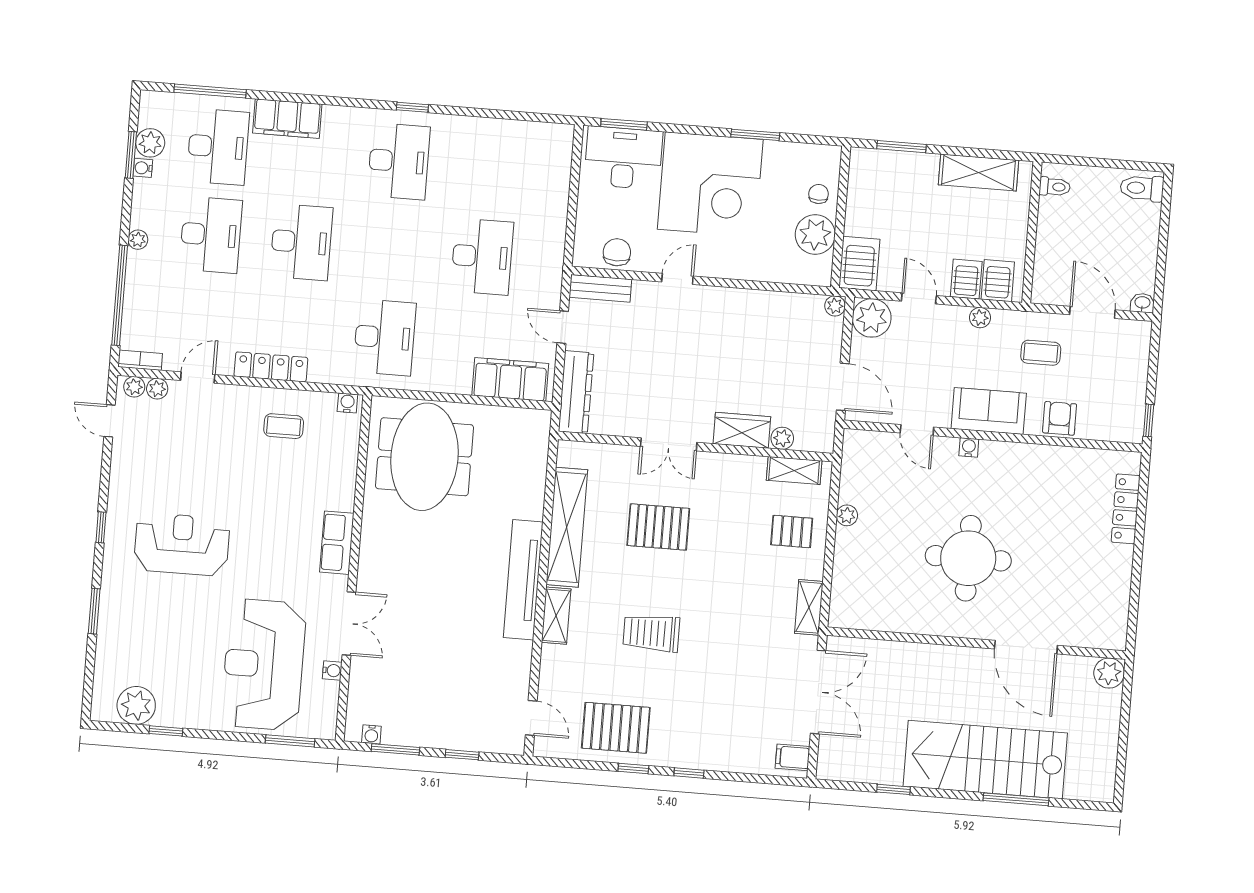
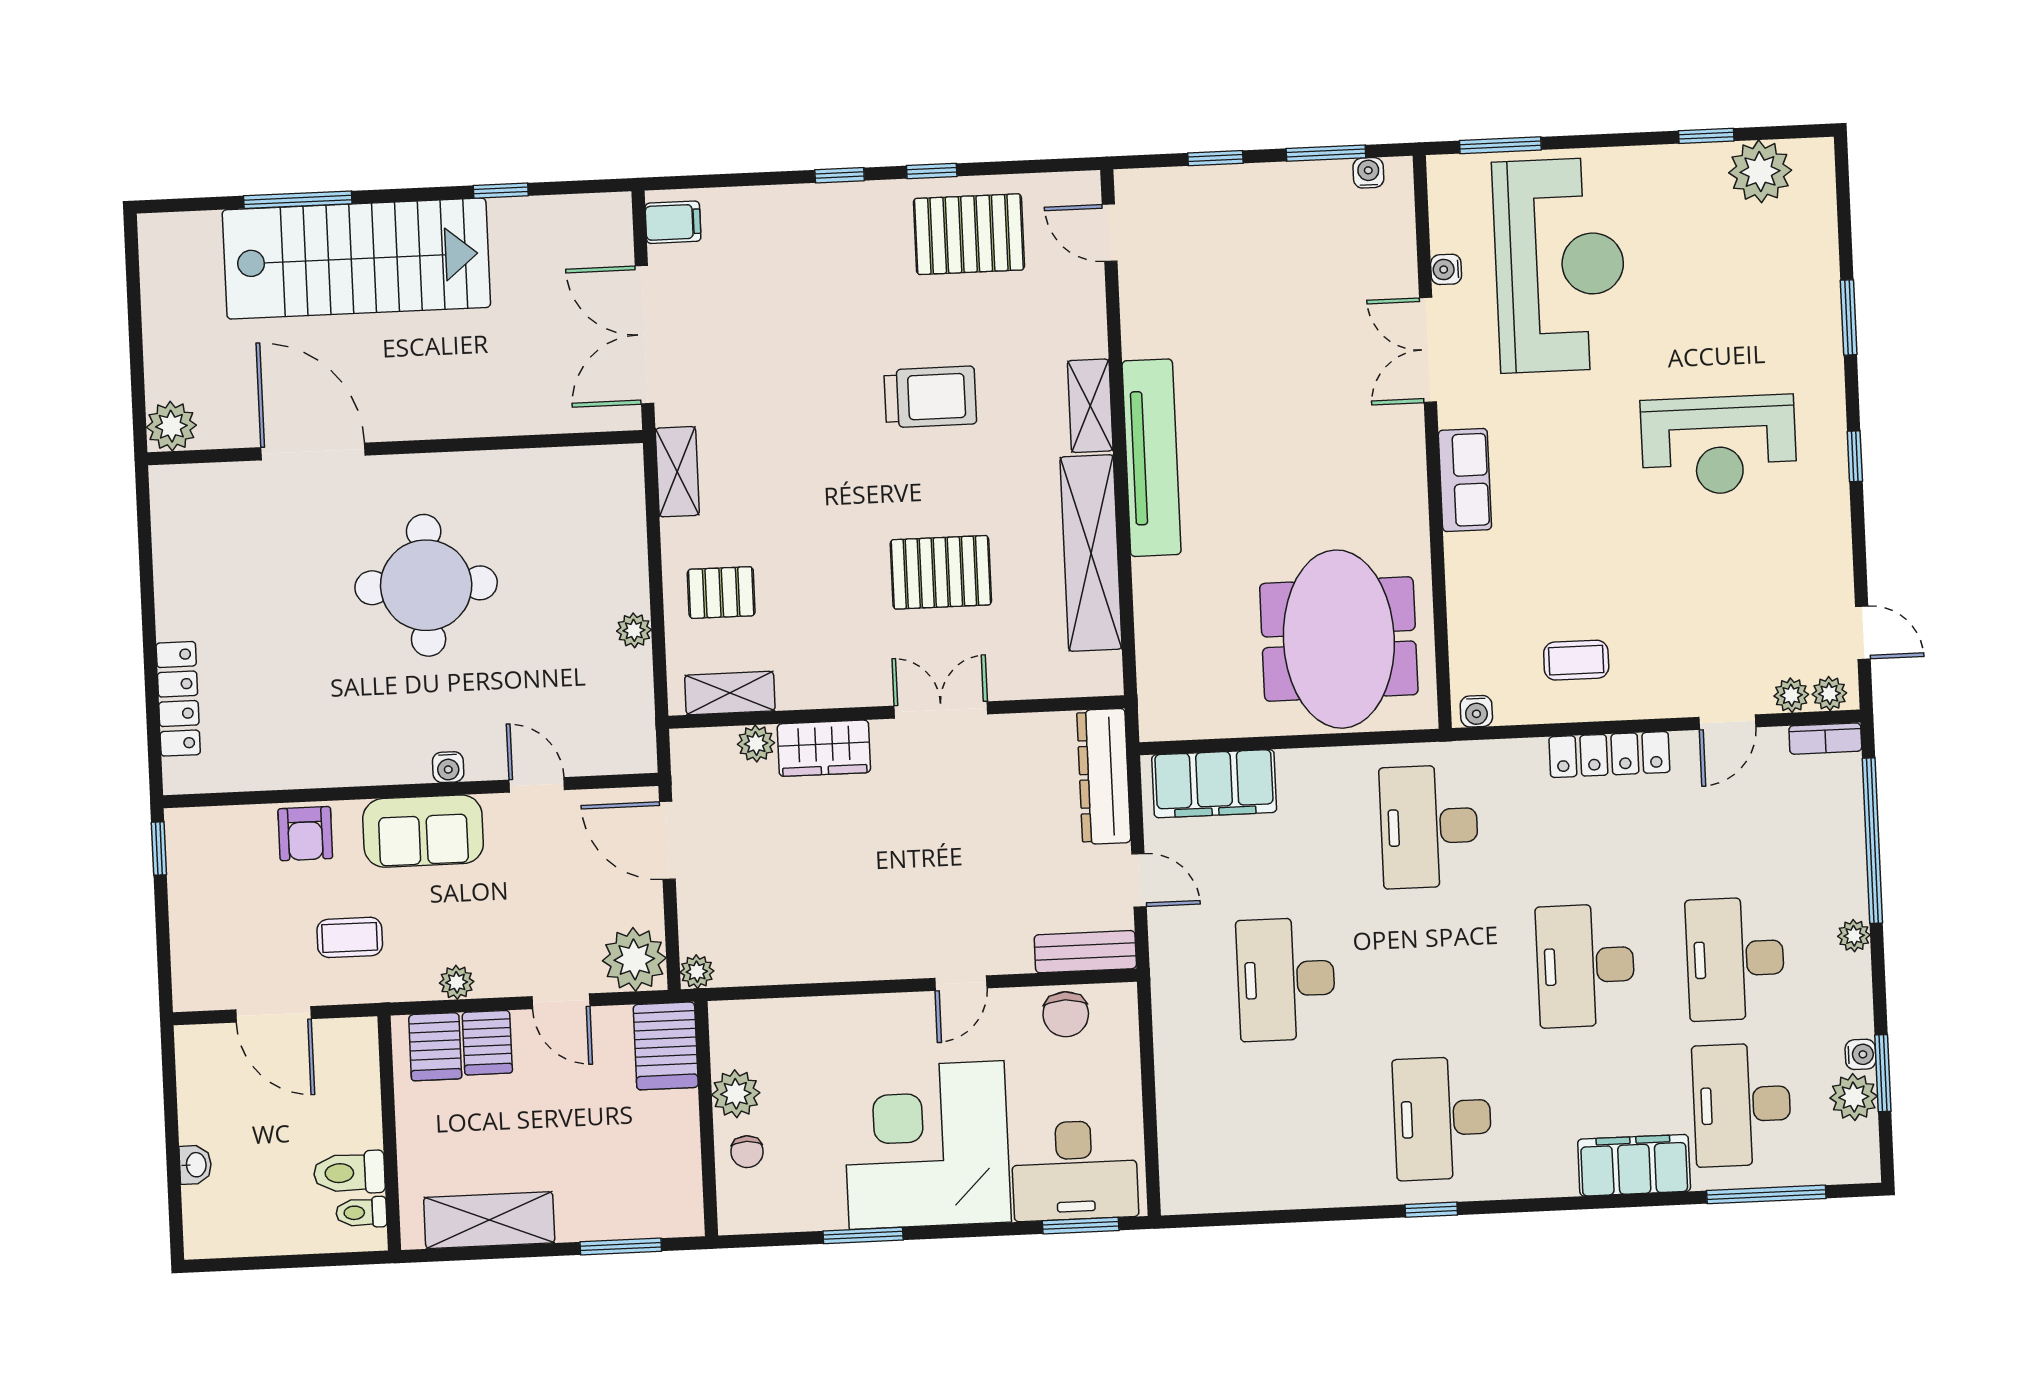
toilet: (1142, 188) -> (349, 1173), moved, turned 180
plant: (815, 234) -> (736, 1094), width x0.73, depth x0.73
washbasin: (1142, 303) -> (195, 1165), moved, turned -90

